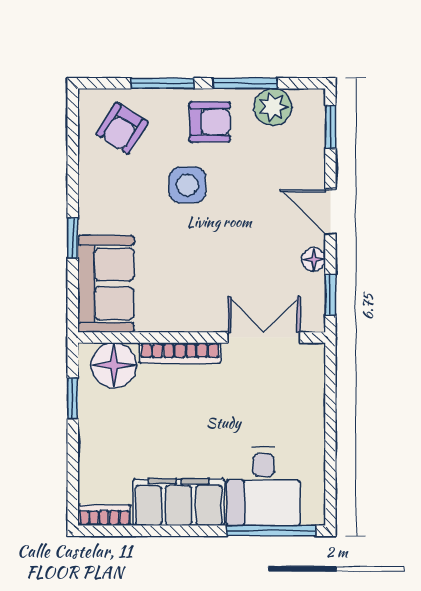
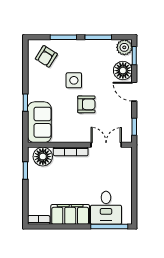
plant: (273, 107) -> (124, 47), moved
armchair: (210, 122) -> (86, 104), moved
floor lamp: (314, 259) -> (123, 71), moved, width x1.89, depth x1.89

